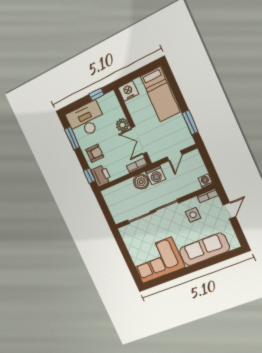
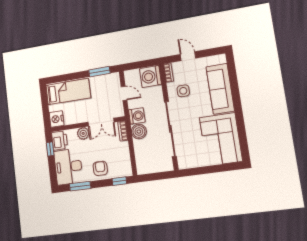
printer: (101, 176) -> (60, 140), moved, turned 90
washing machine: (205, 181) -> (150, 77), width x1.89, depth x1.89

